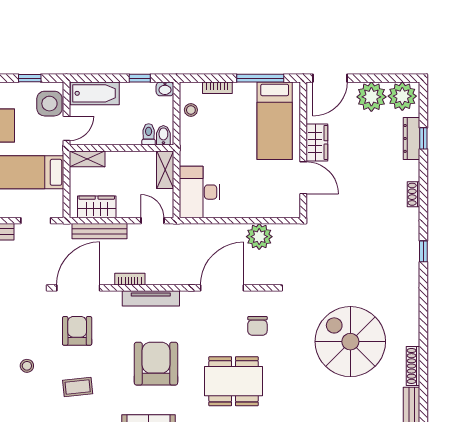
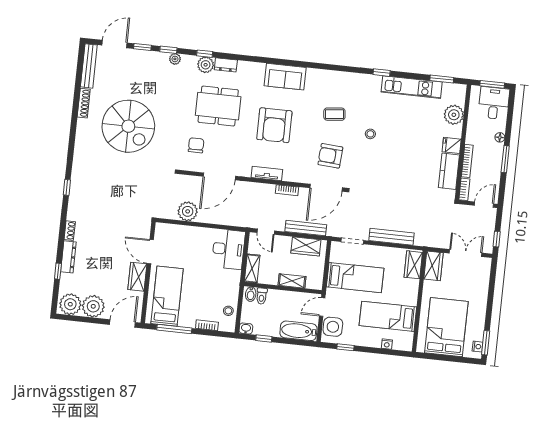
dresser: (412, 138) -> (68, 257), moved
shelving: (87, 159) -> (292, 281), moved
tv unit: (151, 298) -> (267, 173), width x0.71
armchair: (77, 331) -> (330, 156), turned 94

